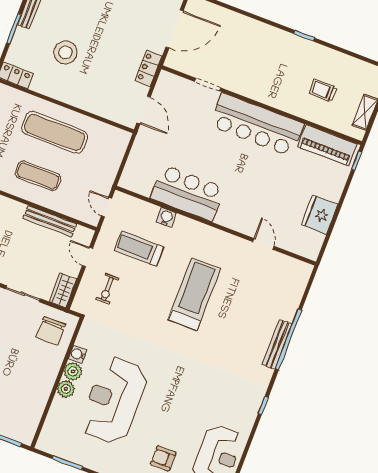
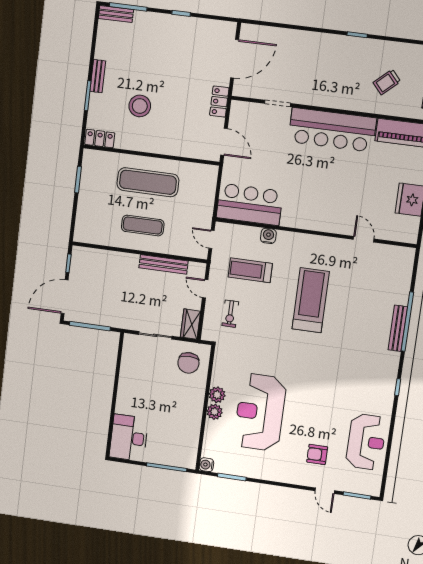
trolley: (323, 90) -> (387, 82), turned -42
bar counter: (188, 193) -> (250, 204), moved
water cooler: (78, 354) -> (206, 465), moved

